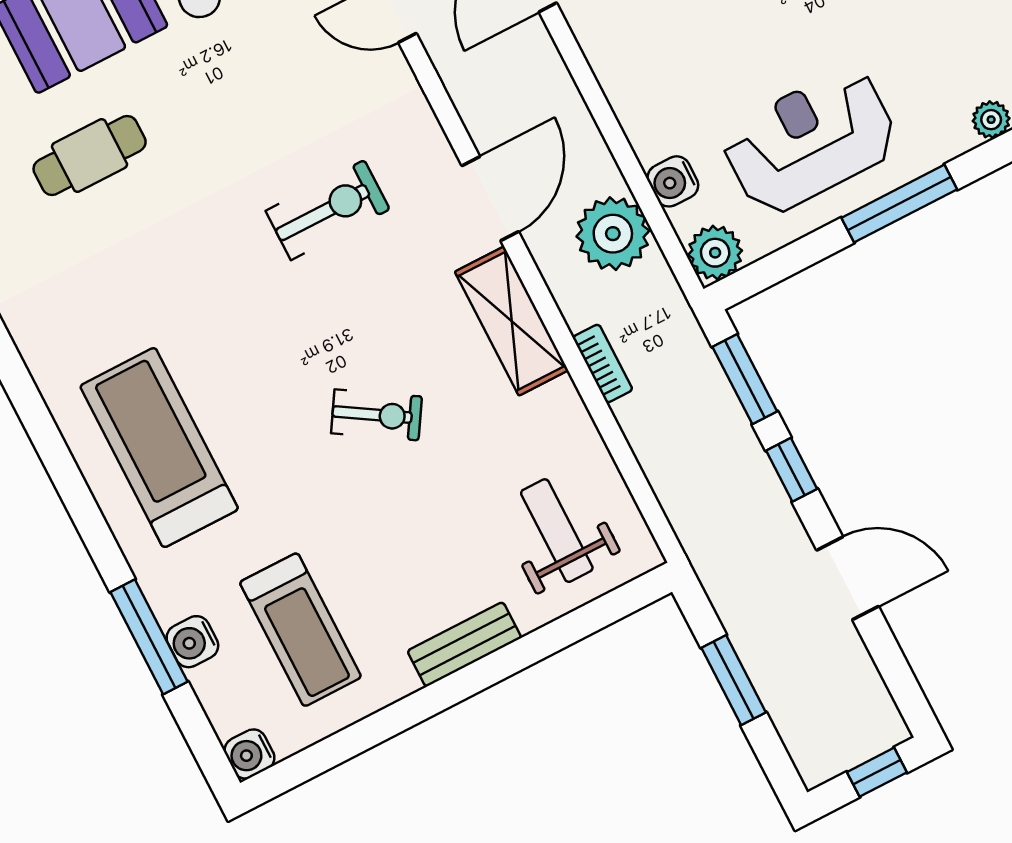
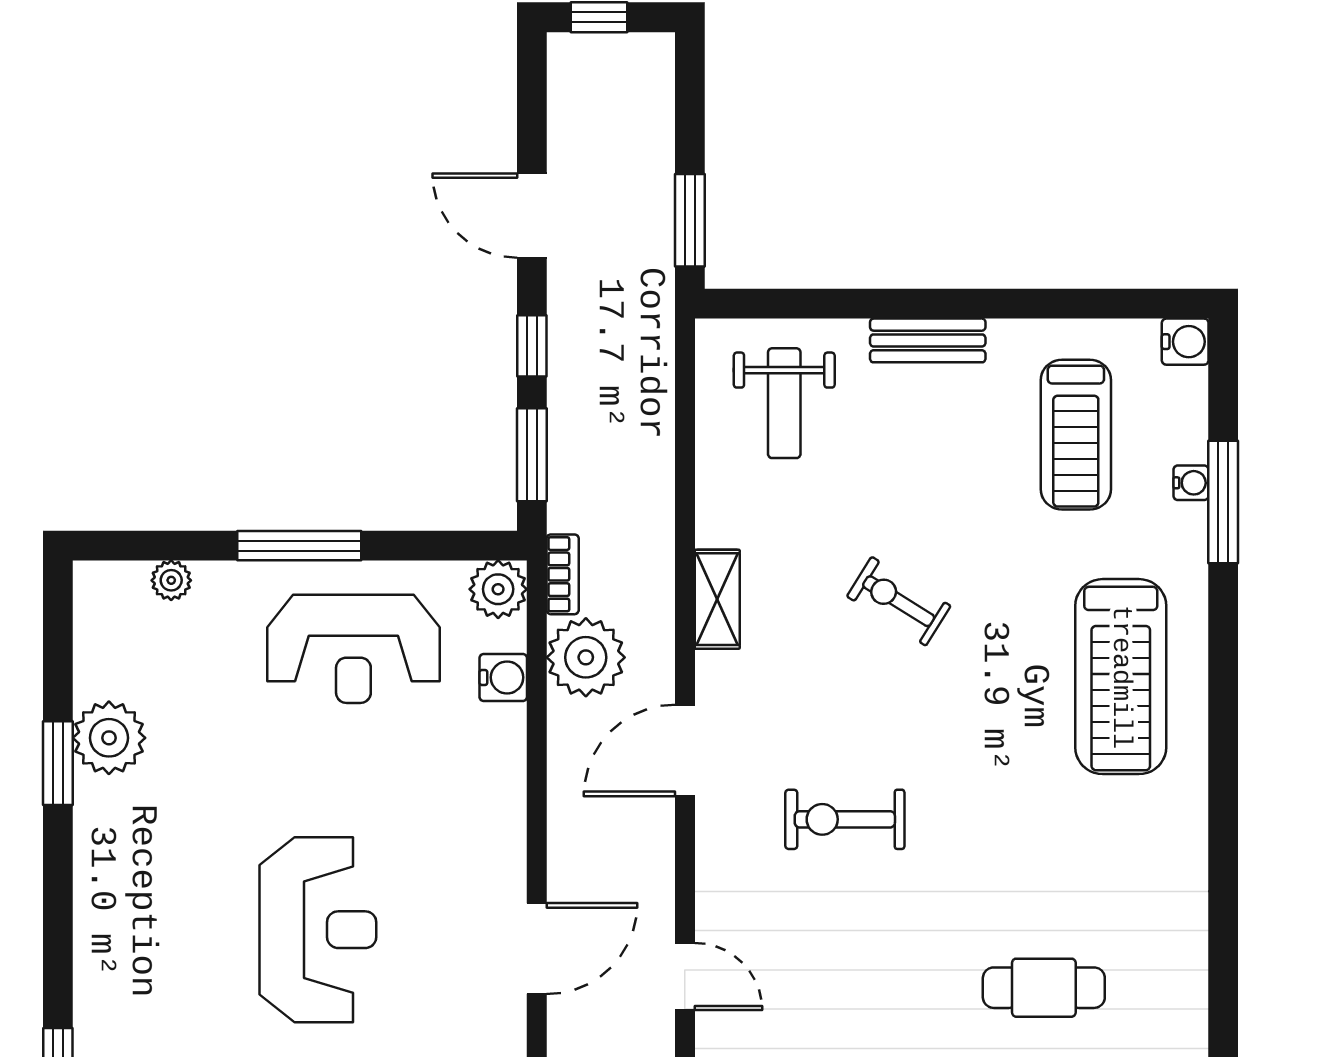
shelving: (512, 321) -> (717, 599), width x0.67, depth x0.75
bookcase: (603, 364) -> (563, 574), moved, turned 180
treadmill: (301, 630) -> (1076, 435), turned 180
water cooler: (192, 642) -> (1191, 483), width x0.72, depth x0.72
window: (734, 680) -> (690, 220), moved

